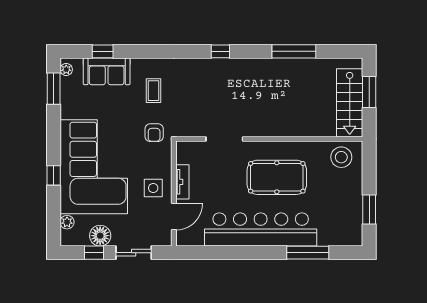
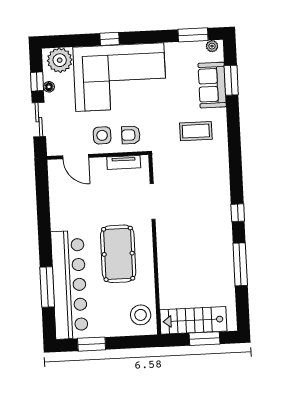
window: (103, 51) -> (231, 80), width x1.50
window: (220, 51) -> (238, 213), moved
coffee table: (154, 91) -> (196, 131), width x1.36, depth x1.30
armchair: (154, 133) -> (131, 135), moved
tv unit: (182, 182) -> (124, 162), moved
plant: (67, 222) -> (60, 60), width x1.88, depth x1.88
bar counter: (261, 229) -> (69, 285), moved
floor lamp: (100, 236) -> (49, 87), width x0.53, depth x0.53

